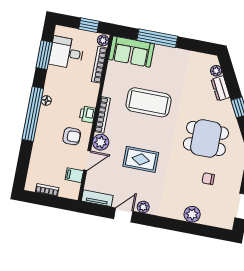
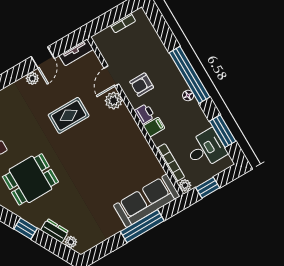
sofa: (131, 52) -> (147, 201), width x1.36
coffee table: (149, 102) -> (103, 168), removed
bookcase: (102, 115) -> (132, 124), removed
filing cabinet: (74, 175) -> (154, 127), moved

